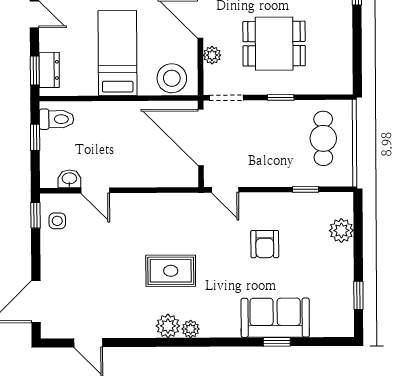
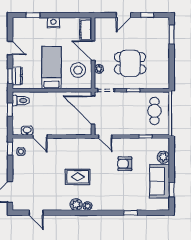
stool: (172, 78) -> (78, 70), moved
armchair: (265, 244) -> (125, 164), turned 90
sofa: (275, 318) -> (160, 181), moved, turned -90

